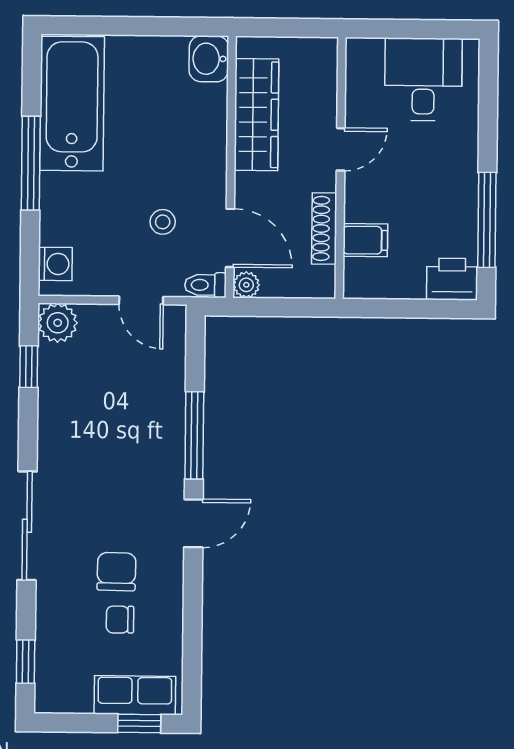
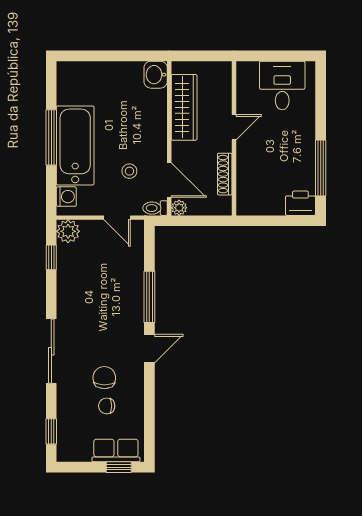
bathtub: (72, 104) -> (75, 145), moved
filing cabinet: (365, 240) -> (249, 181), removed

